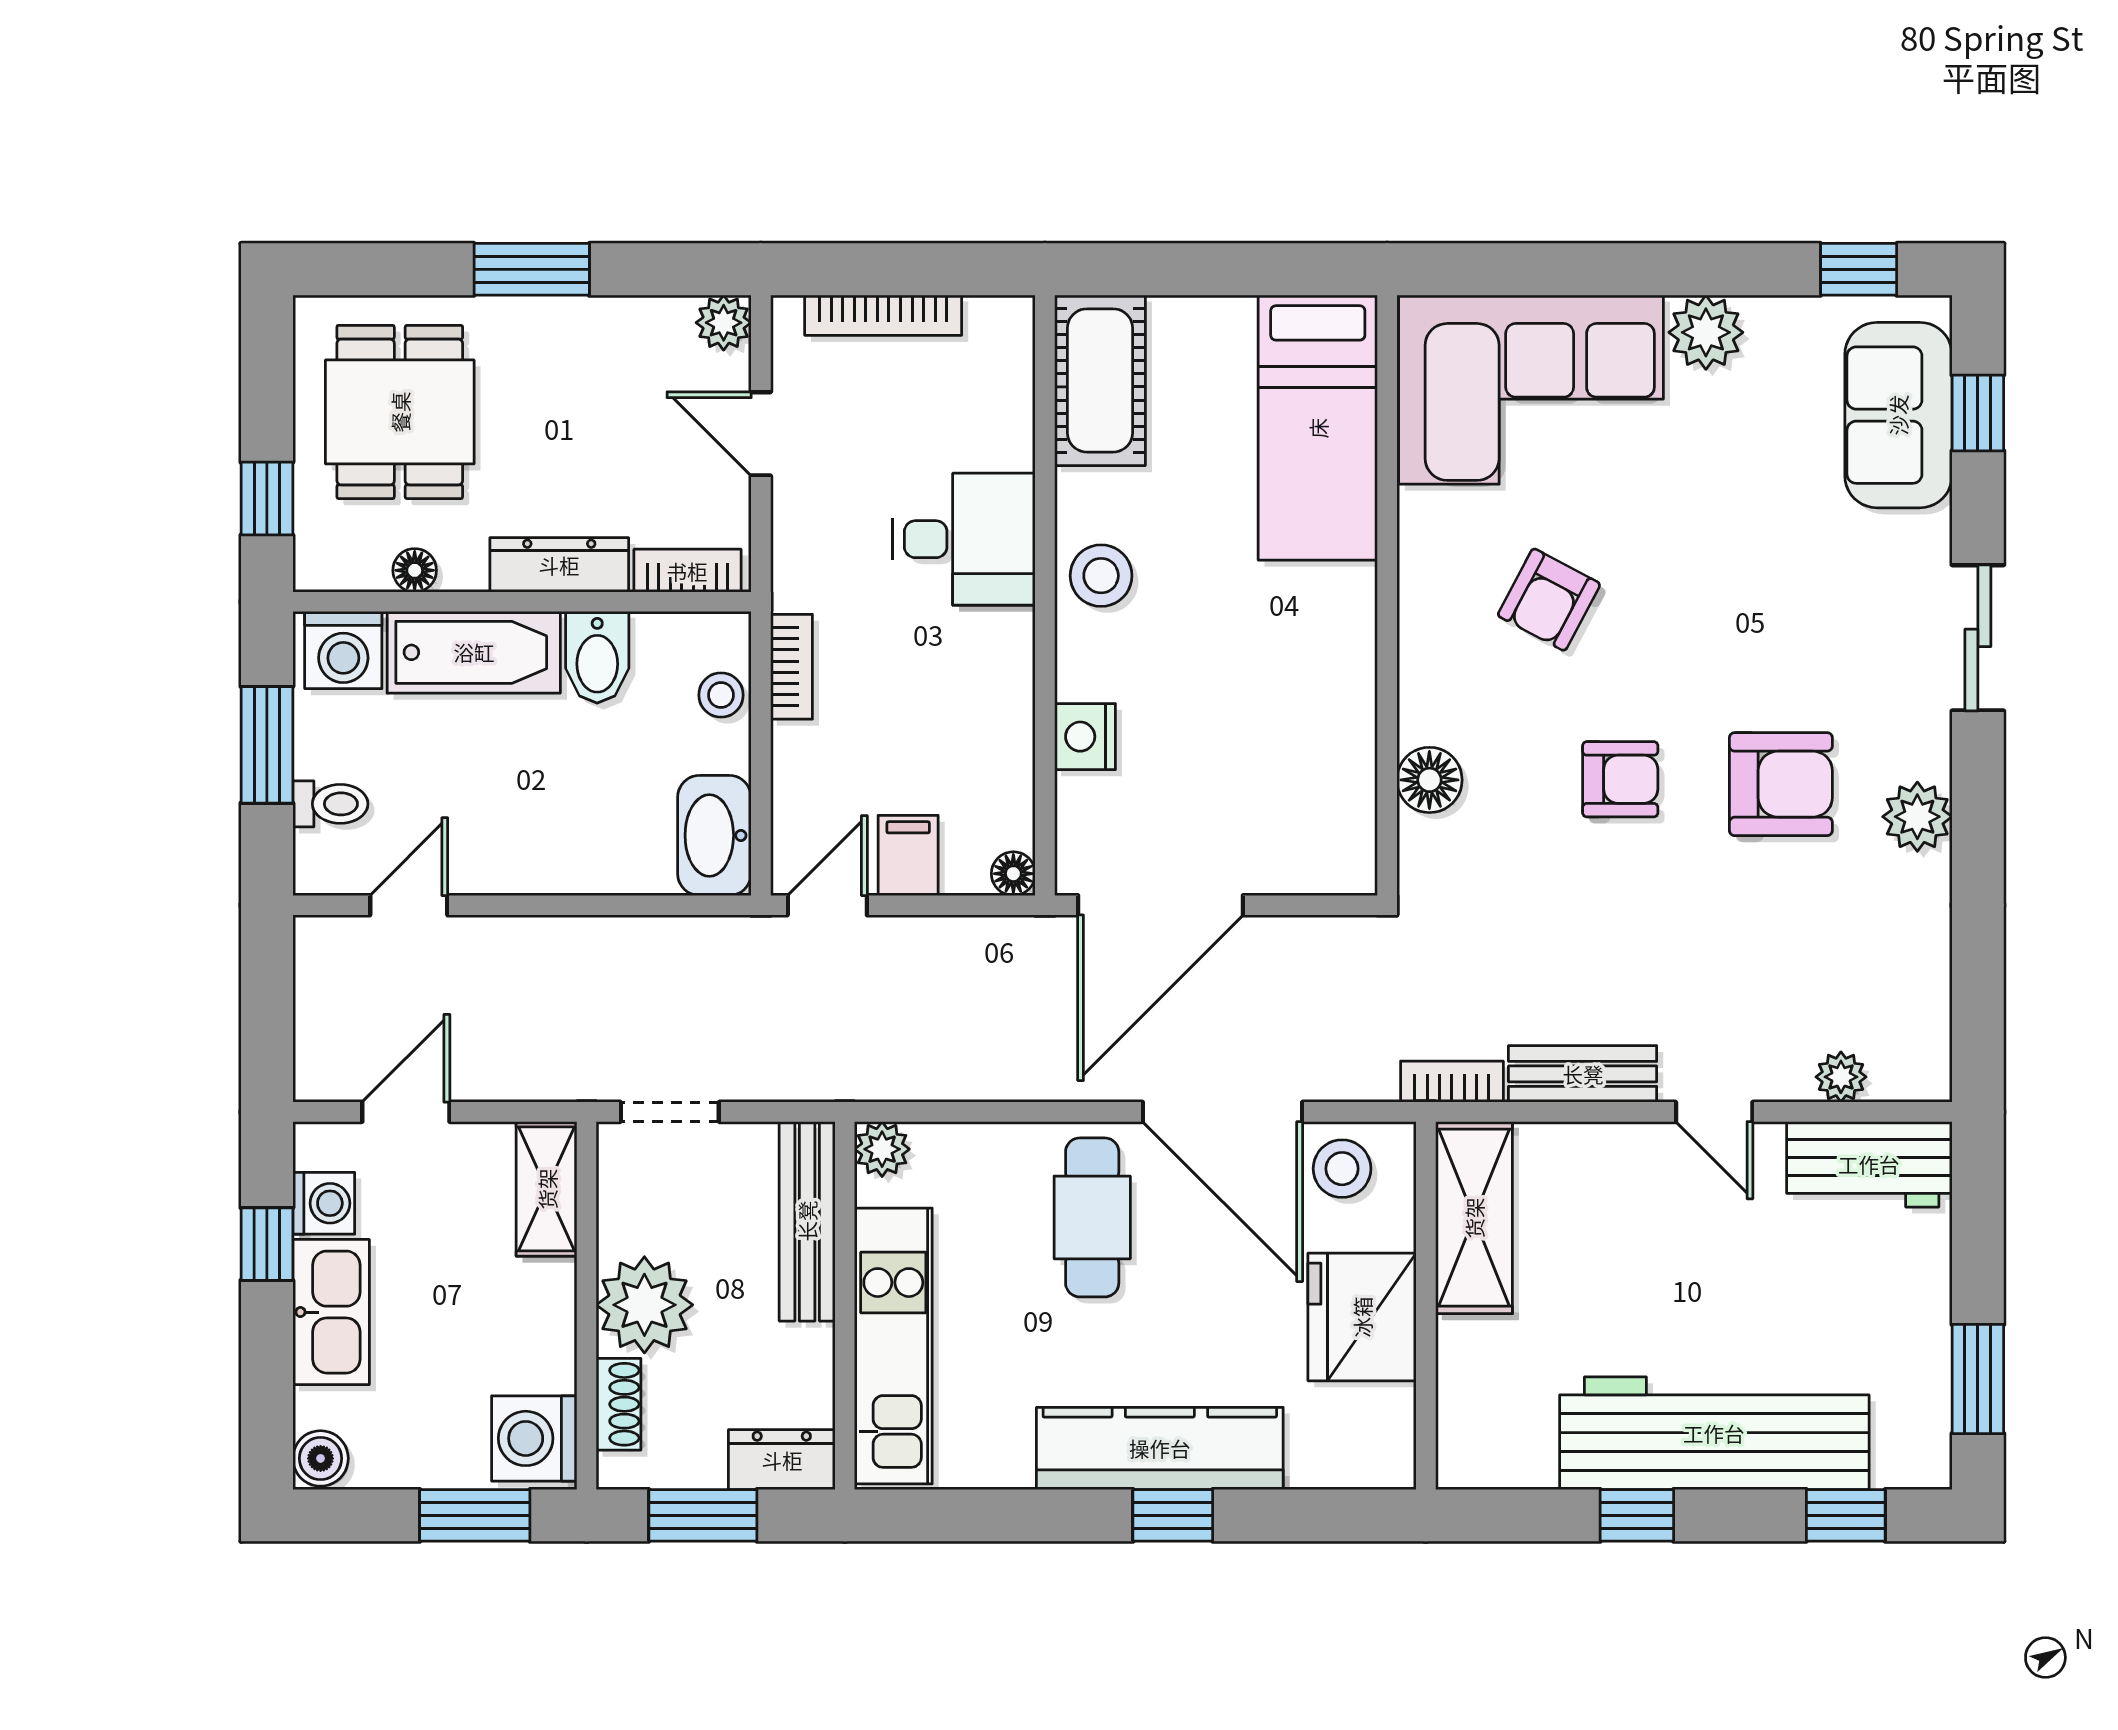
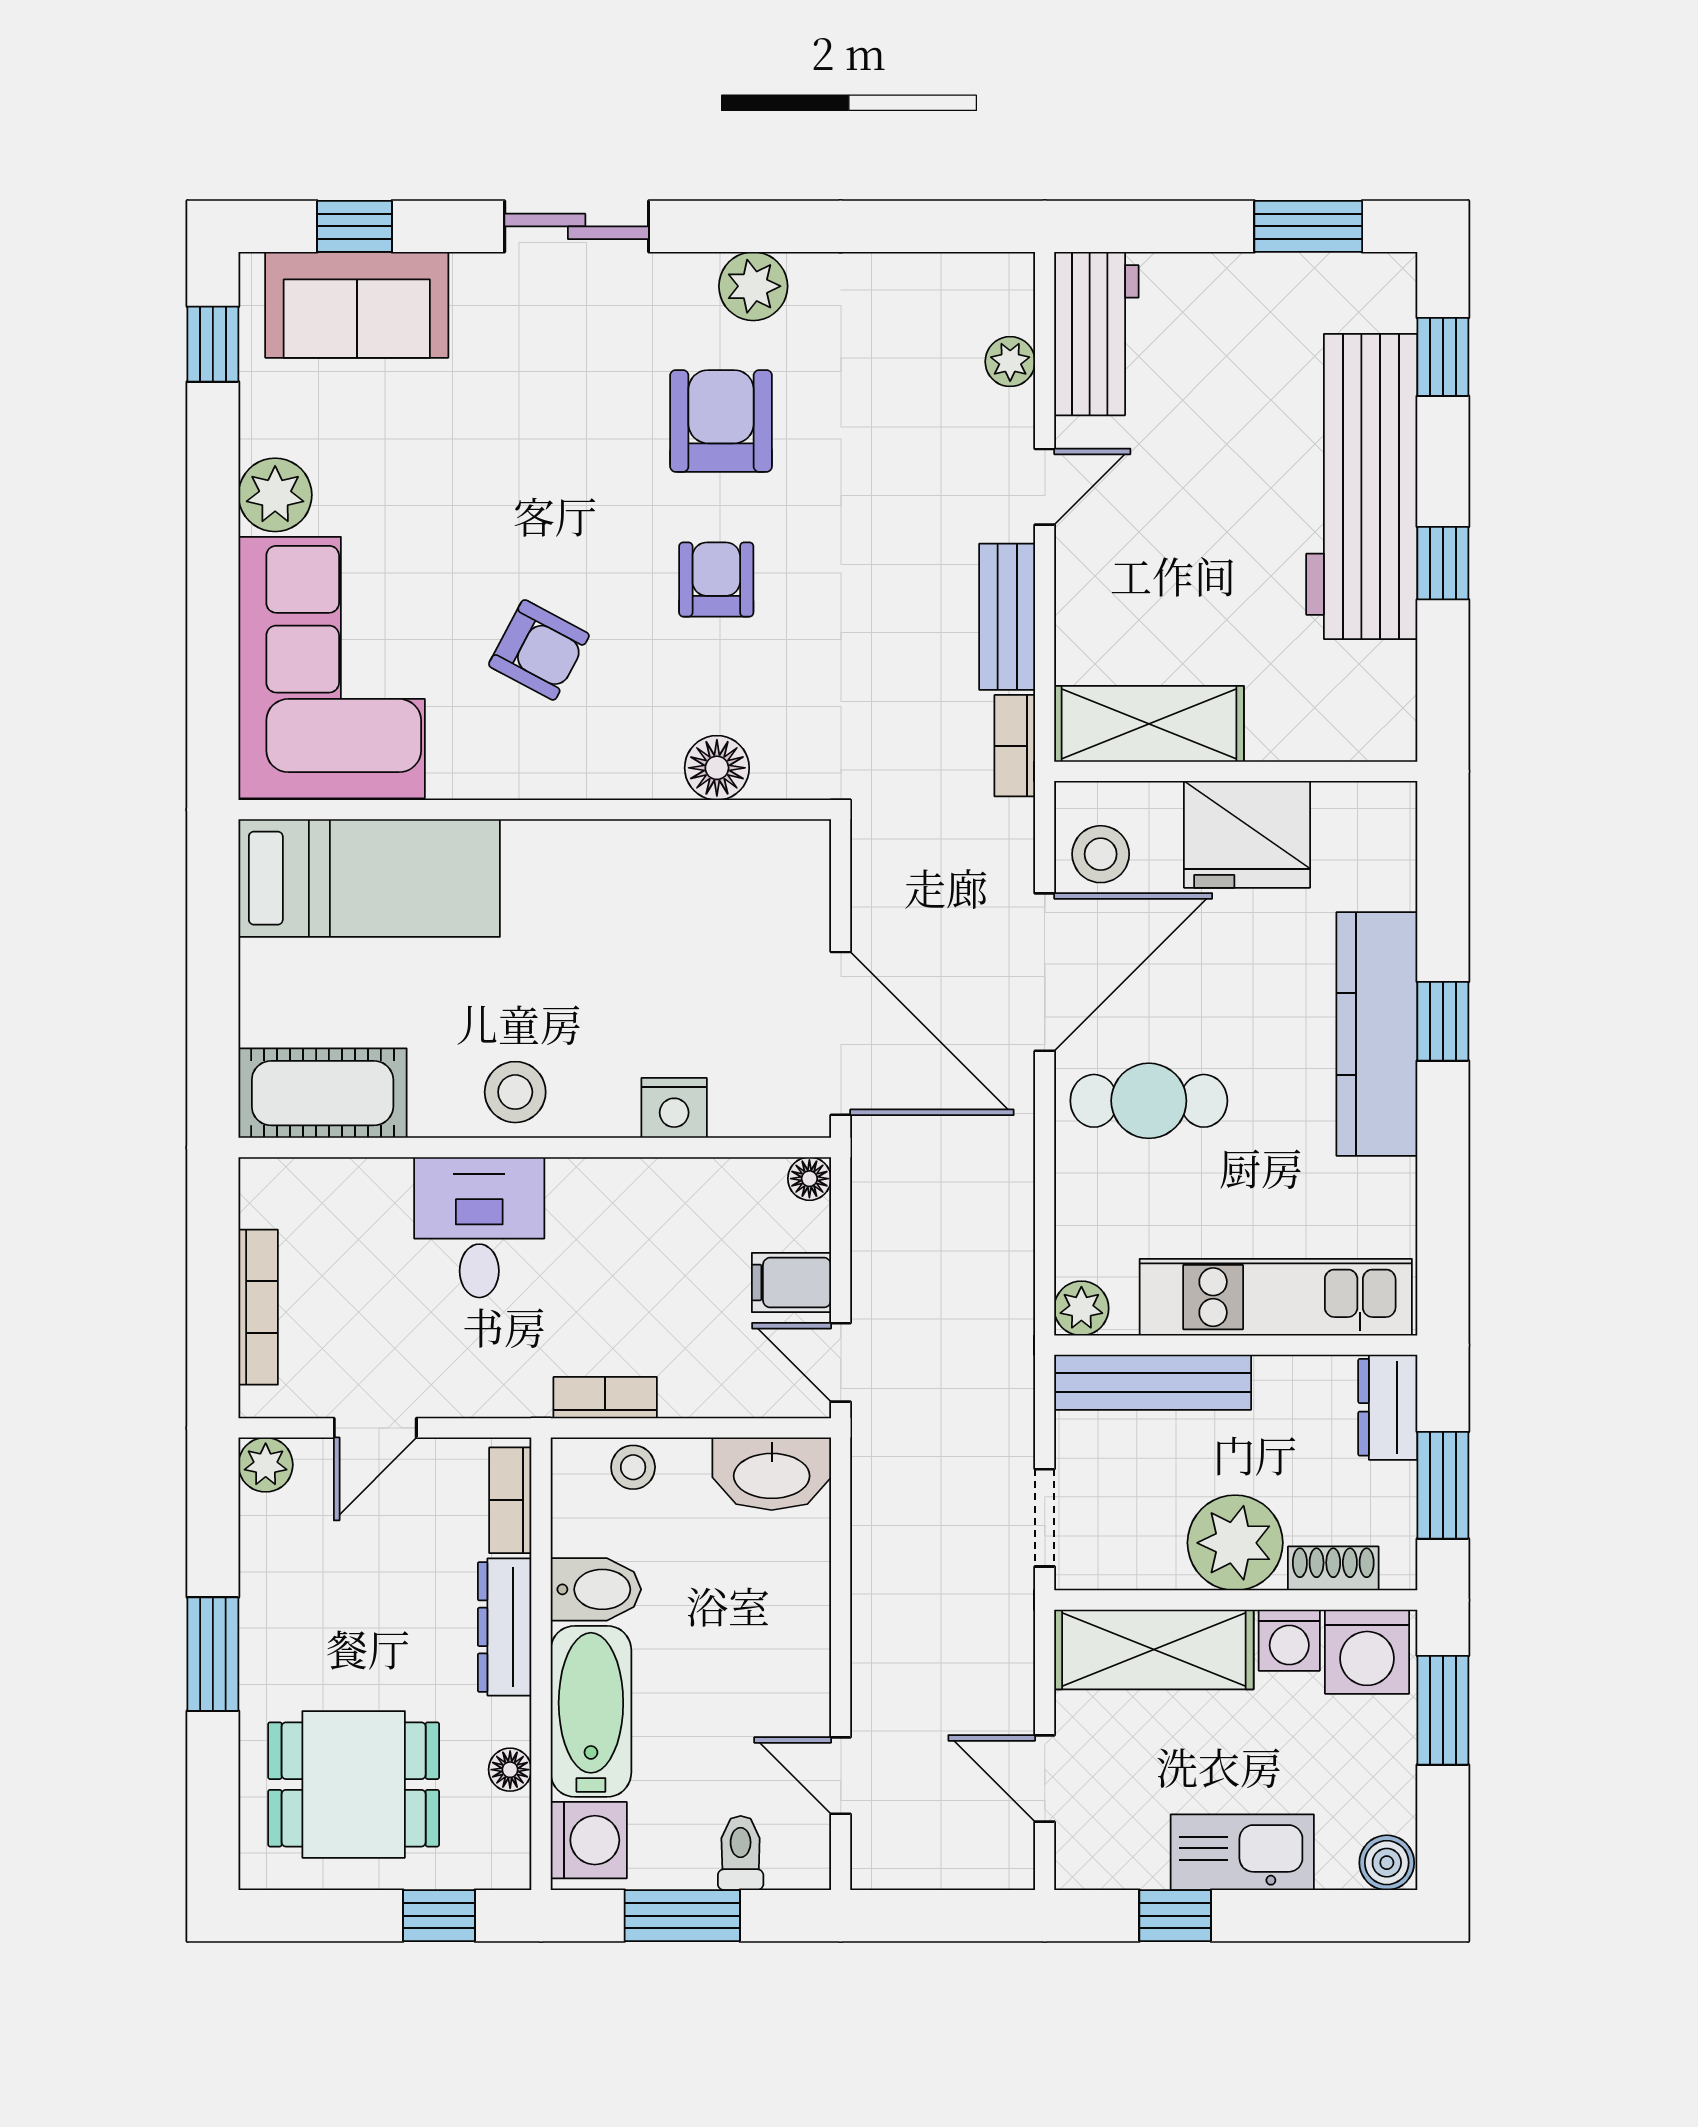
shelving: (547, 1189) -> (1154, 1649), width x1.50, depth x1.33
washing machine: (324, 1203) -> (1289, 1640), moved, turned 180

